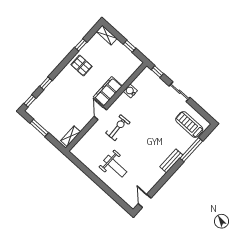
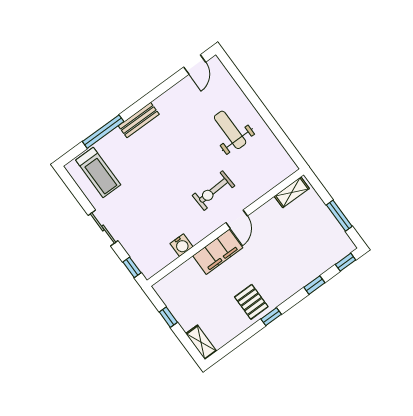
window: (81, 45) -> (271, 317), moved

